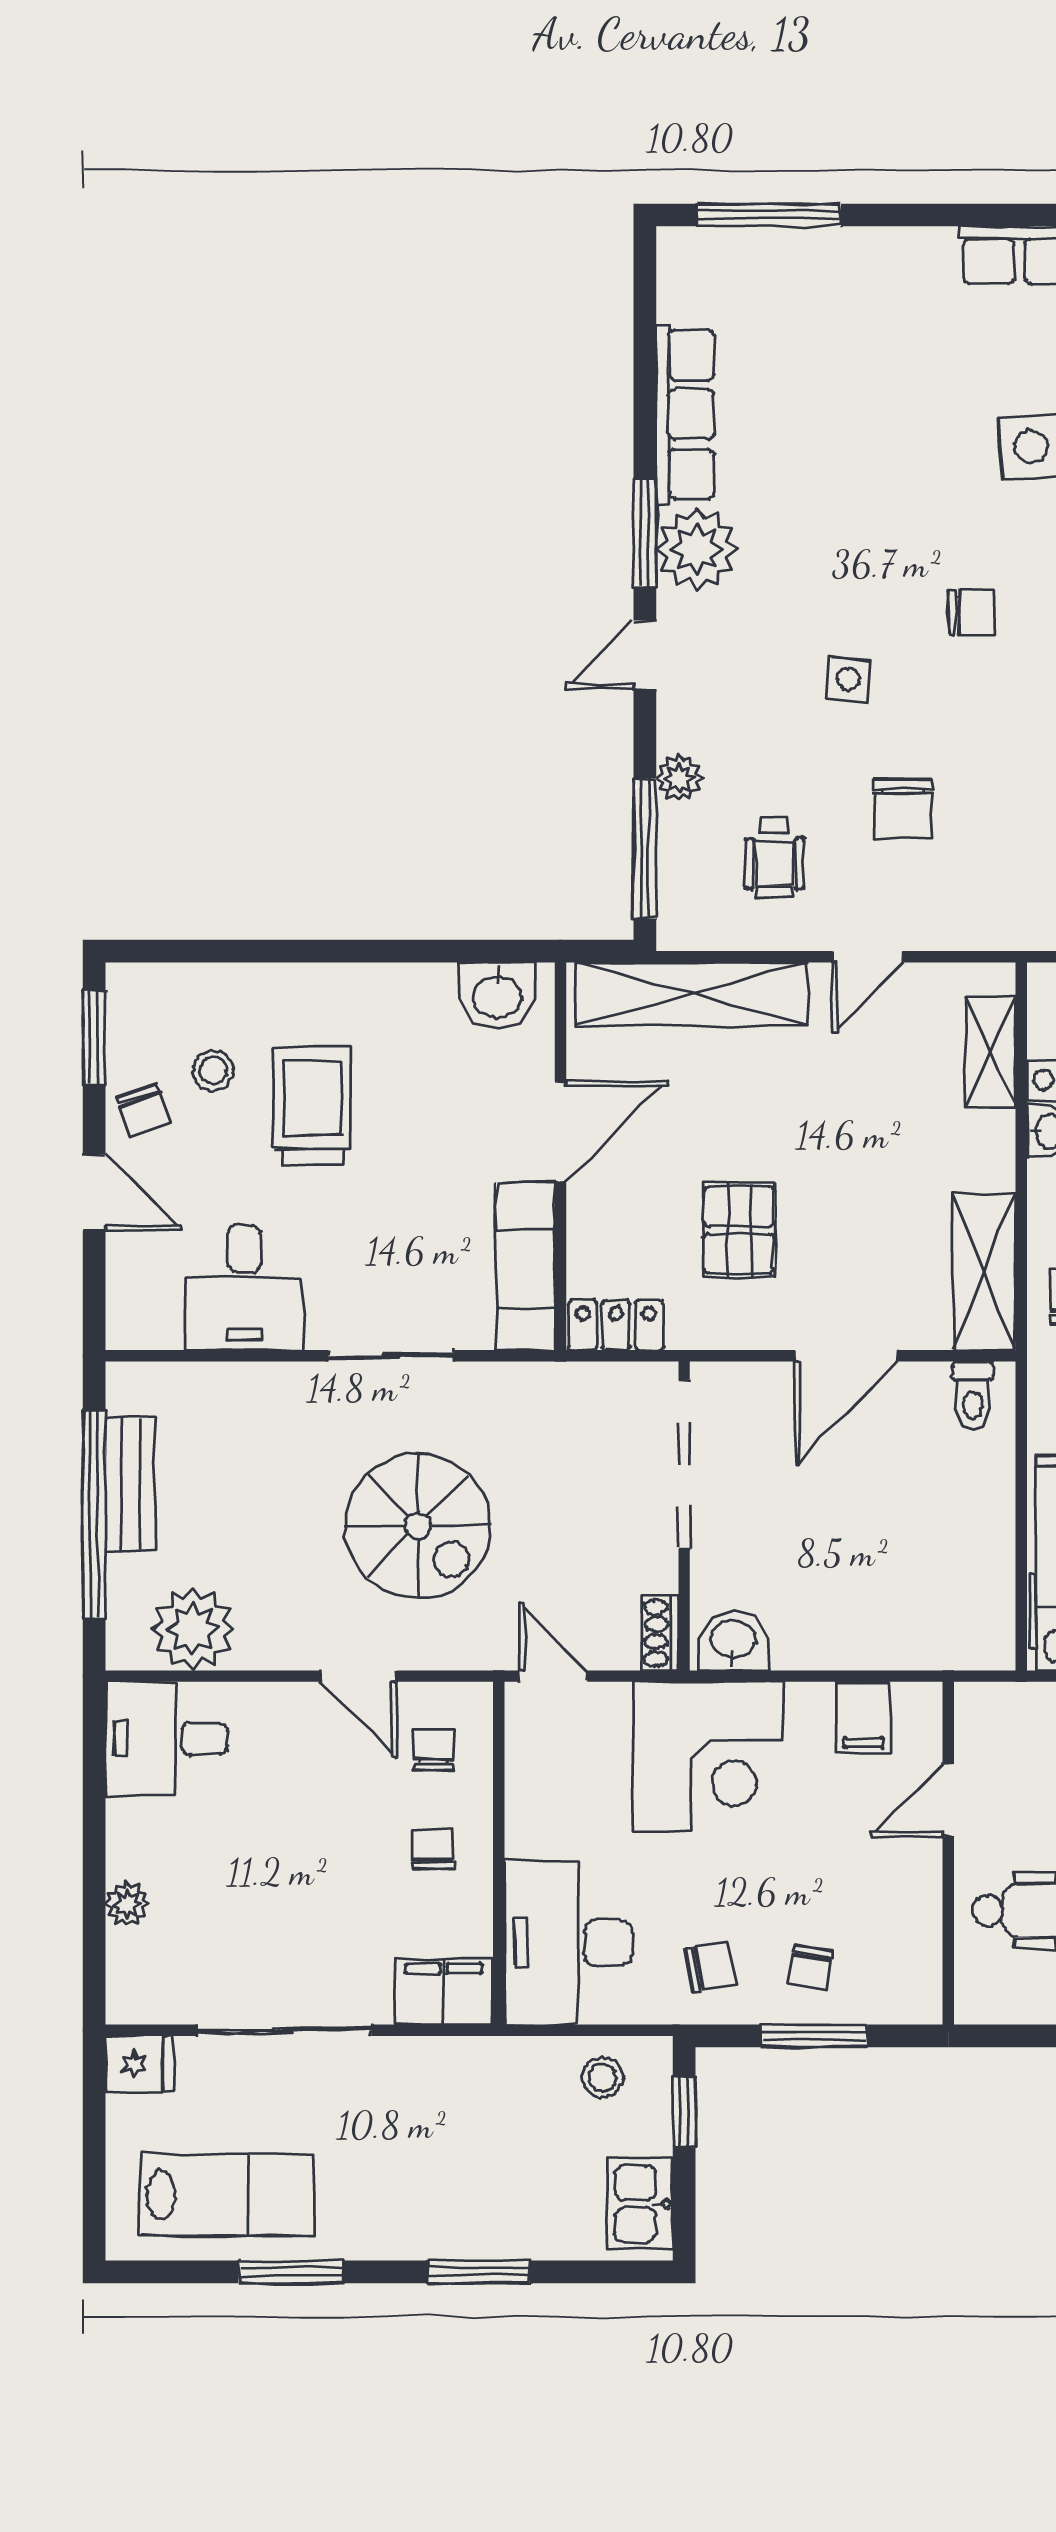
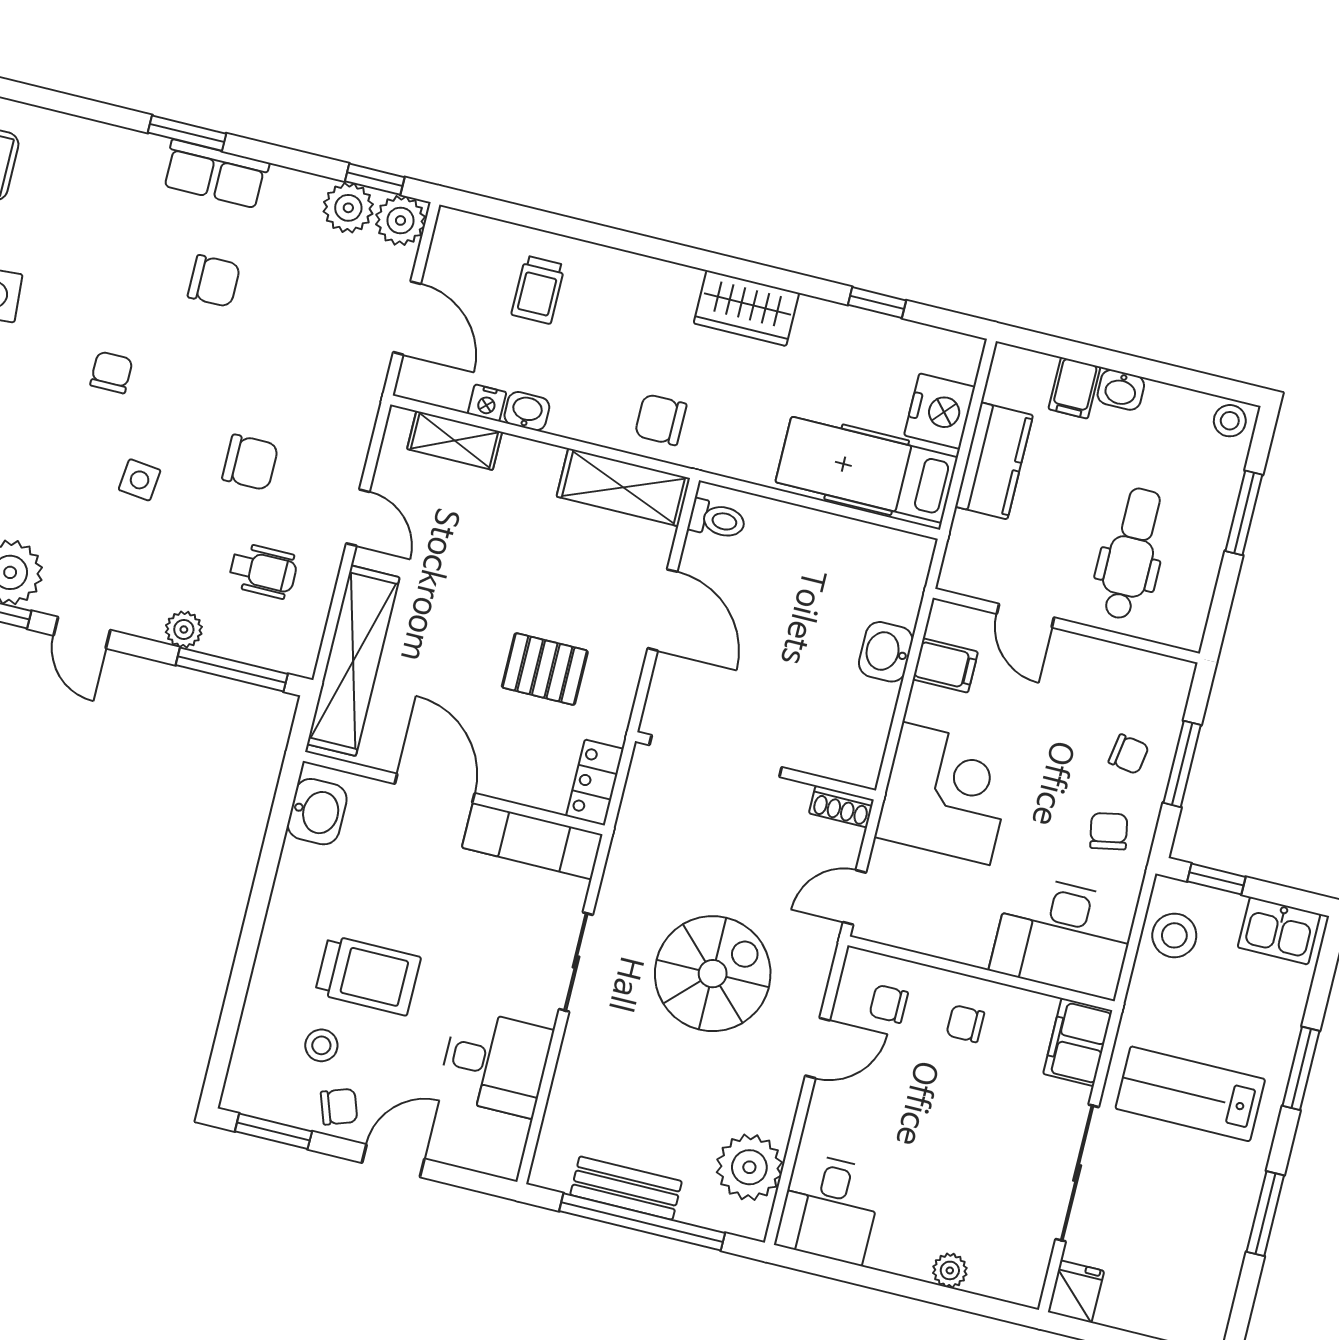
trolley: (313, 1106) -> (368, 975), turned 180
washbasin: (733, 1641) -> (886, 652), moved
stool: (603, 2078) -> (1174, 935), width x1.37, depth x1.37
lab bench: (227, 2195) -> (1190, 1094), moved, turned -90

